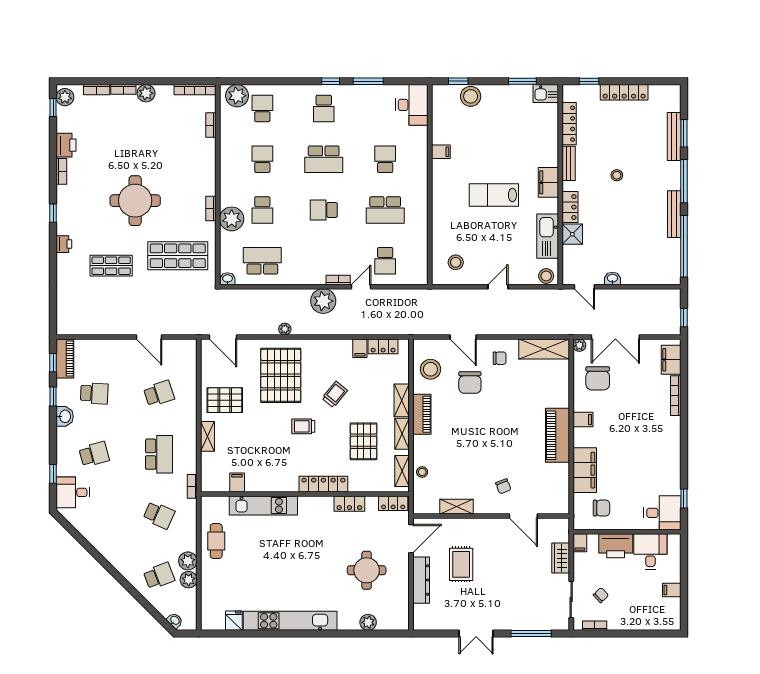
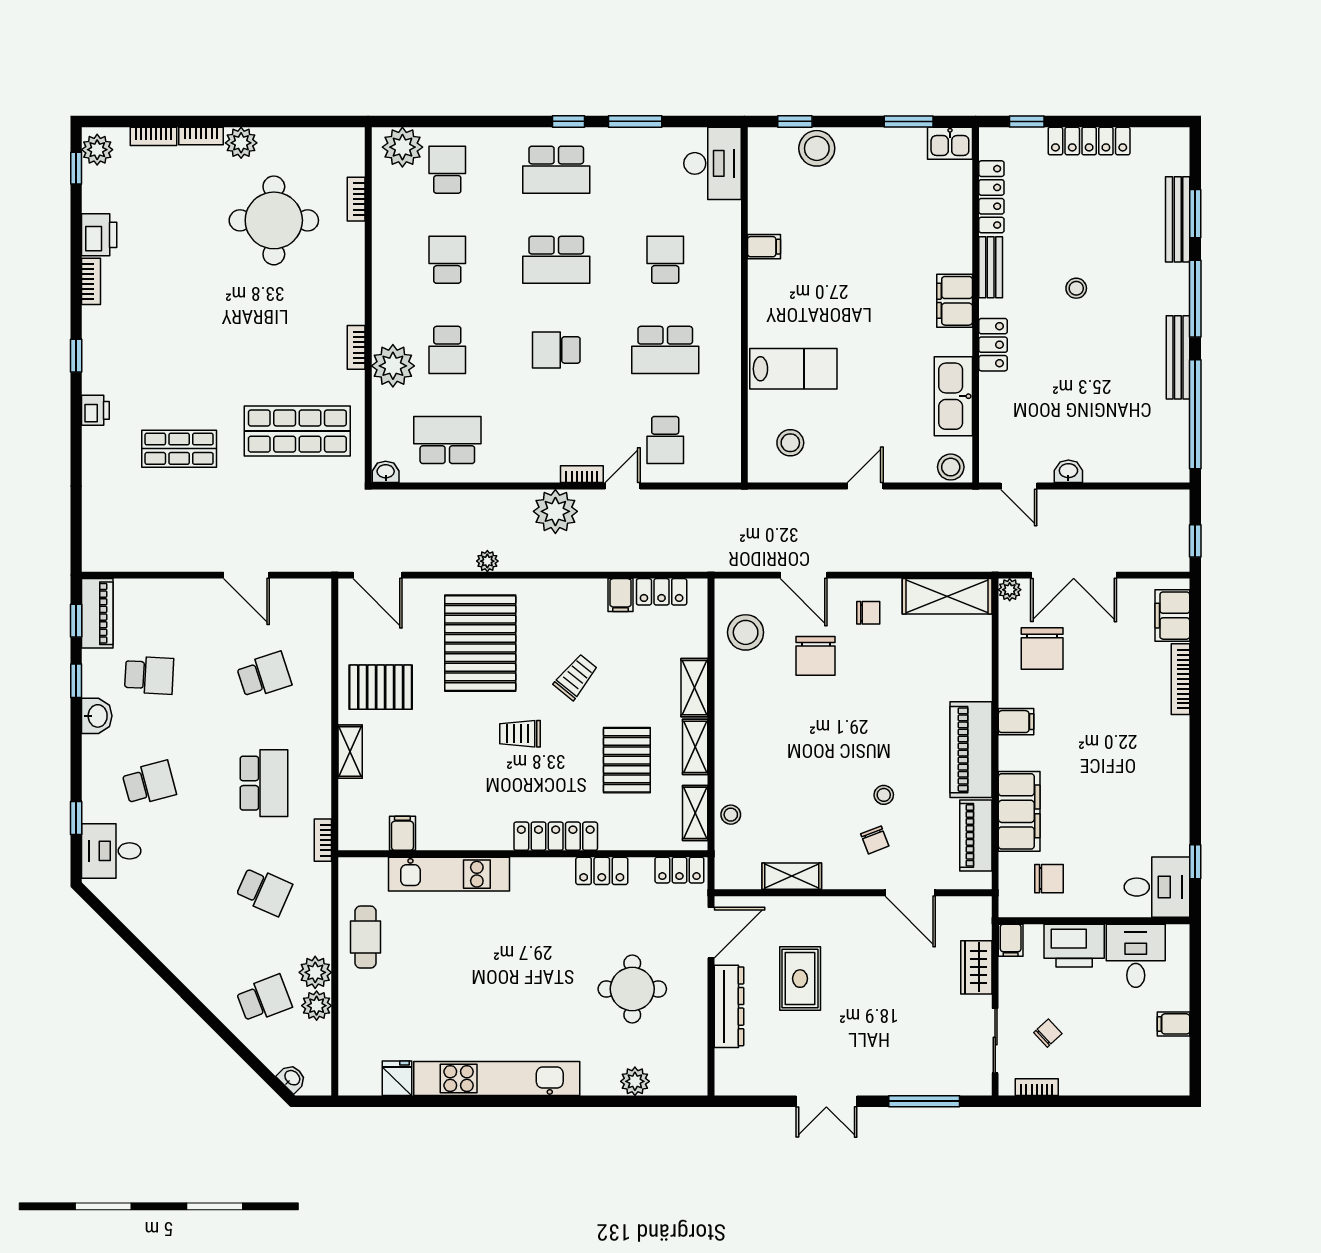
bookcase: (195, 90) -> (328, 136), removed
school desk: (324, 108) -> (556, 170), width x1.85
lab bench: (494, 195) -> (793, 369), moved, turned 180
round table: (135, 201) -> (274, 220), moved
shower: (572, 234) -> (997, 393), removed
piano: (422, 414) -> (976, 835), moved, turned 180
stool: (508, 461) -> (884, 795), added

